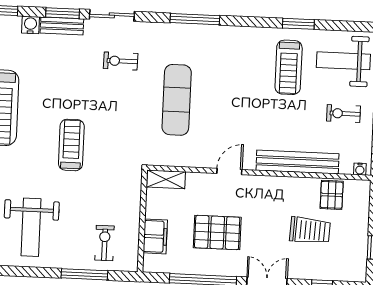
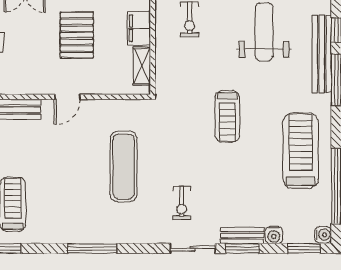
window: (195, 19) -> (92, 248), moved
exercise bike: (121, 61) -> (182, 203), turned 90
shelving: (166, 179) -> (142, 66), moved, turned 90
pallet: (217, 232) -> (77, 35), turned 90

